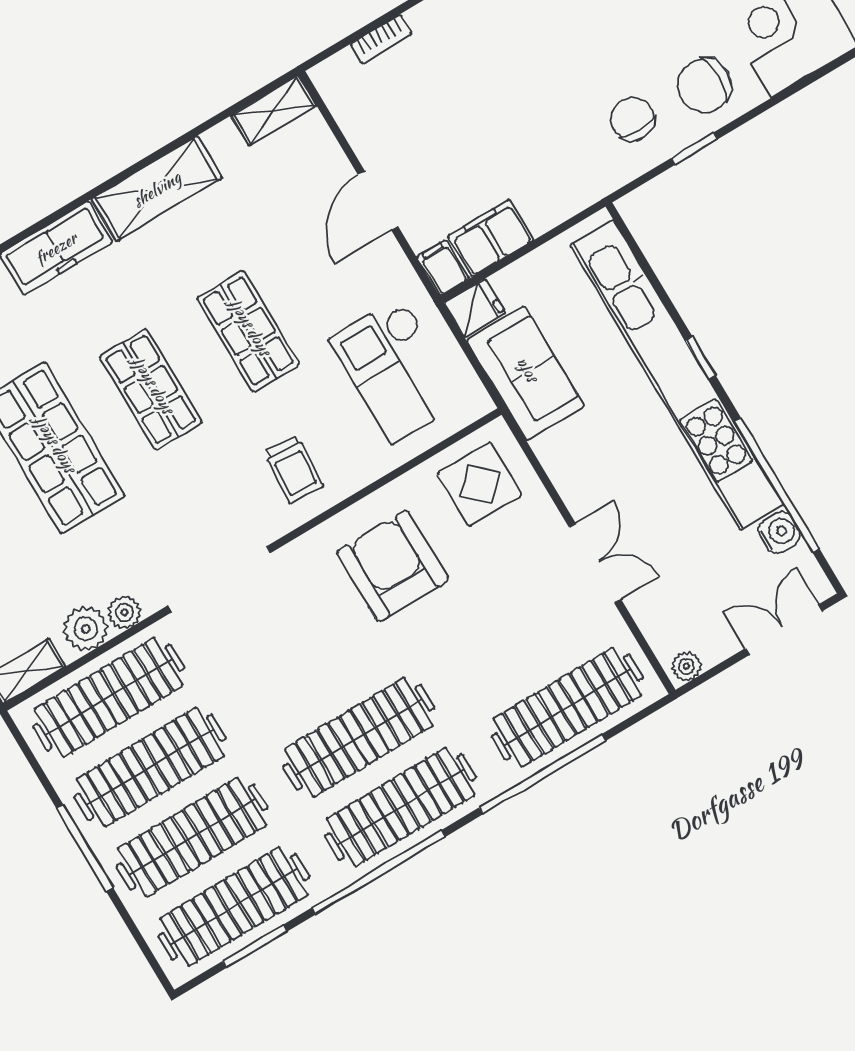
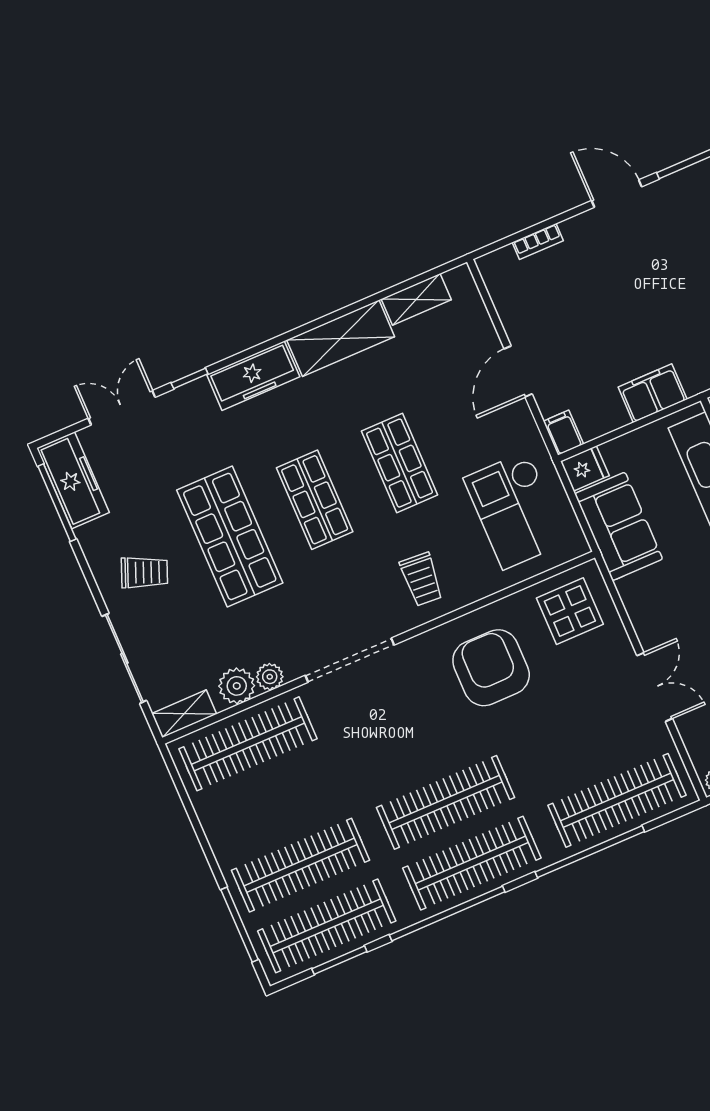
shelving: (274, 110) -> (416, 299), moved
filing cabinet: (491, 238) -> (653, 393), moved
clothes rail: (150, 767) -> (274, 804), removed
window: (85, 848) -> (240, 925), moved

